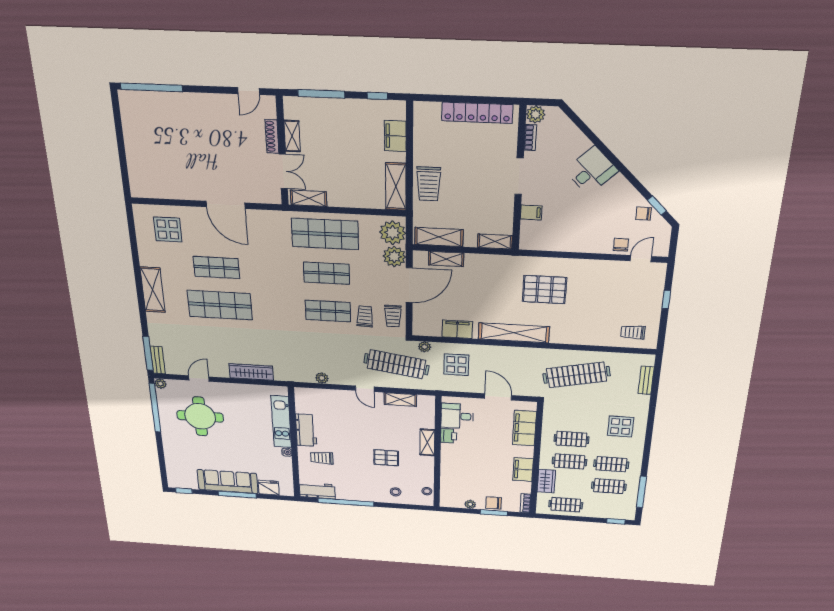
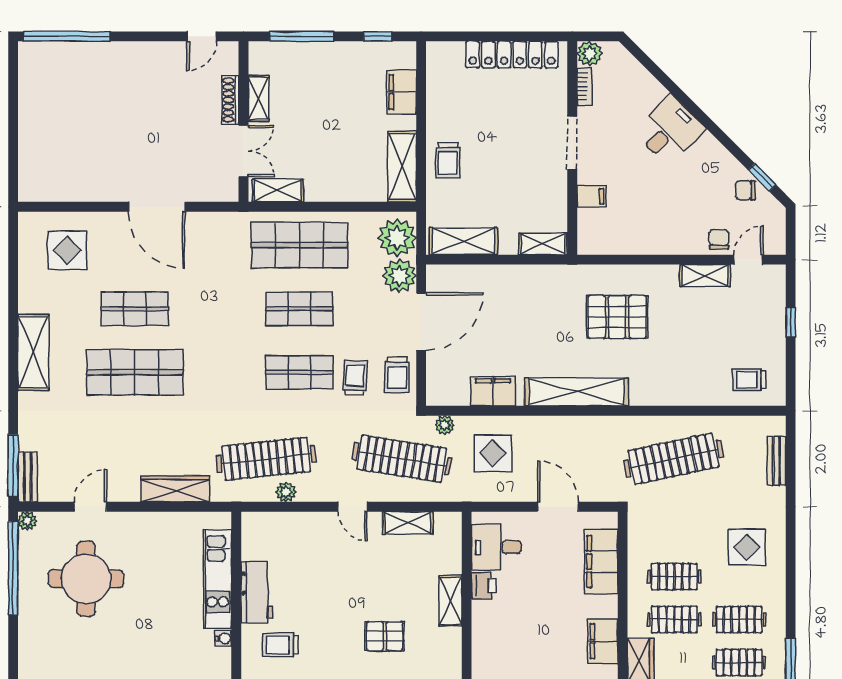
trolley: (429, 184) -> (448, 160), width x0.73, depth x0.72
shelving: (446, 259) -> (705, 276), moved
clothes rail: (308, 359) -> (266, 459), added

